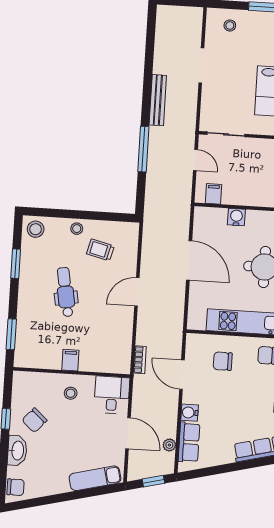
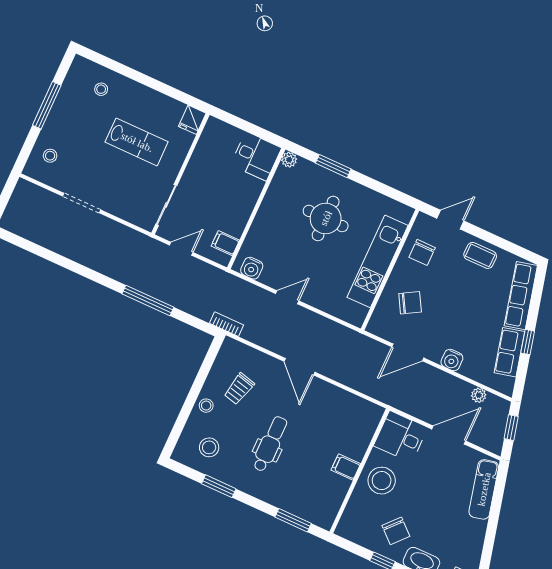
bench: (158, 100) -> (101, 265), removed
water cooler: (236, 217) -> (252, 268), moved, turned -90
stool: (36, 229) -> (209, 447), moved
door: (189, 260) -> (287, 297), width x0.53
dental chair: (66, 292) -> (270, 444), turned 100
bookcase: (140, 360) -> (226, 324), moved
chair: (223, 361) -> (410, 303), turned -120
stool: (71, 393) -> (382, 481), width x1.89, depth x1.89
row of seats: (189, 442) -> (509, 352), moved, turned -104
window: (227, 468) -> (528, 342), added

